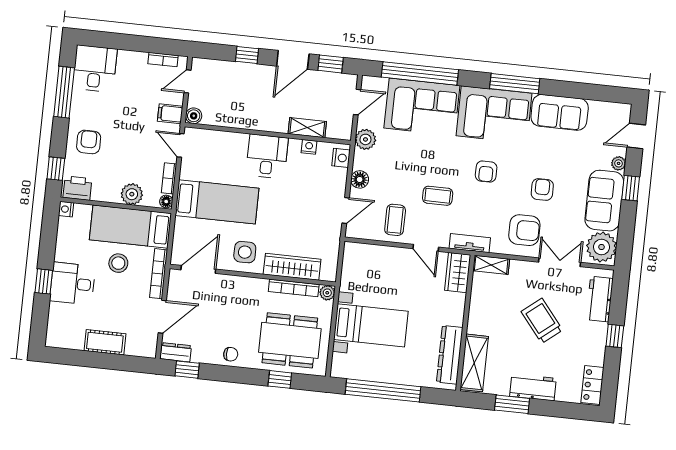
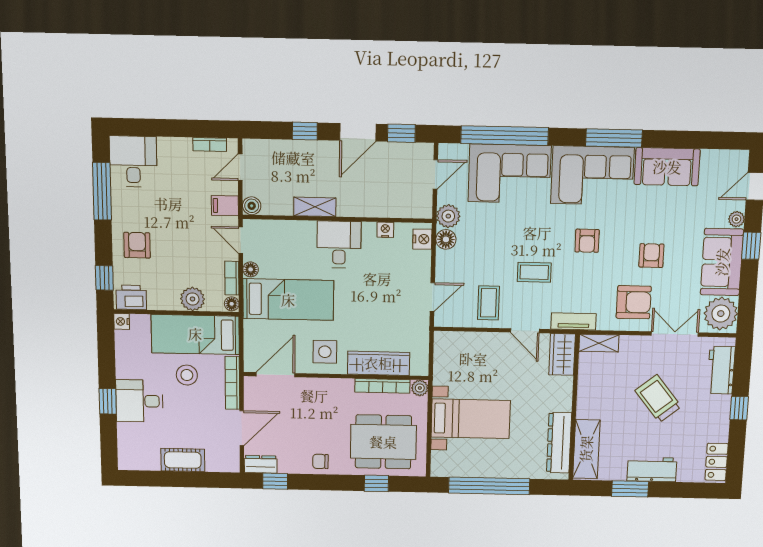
shelving: (307, 128) -> (315, 207), moved
floor lamp: (186, 172) -> (251, 269), added
floor lamp: (360, 179) -> (446, 239), moved
chair: (231, 354) -> (320, 461), turned 180

